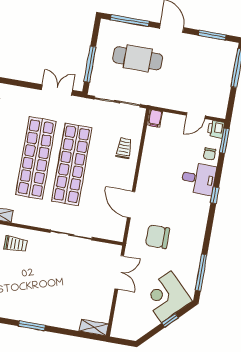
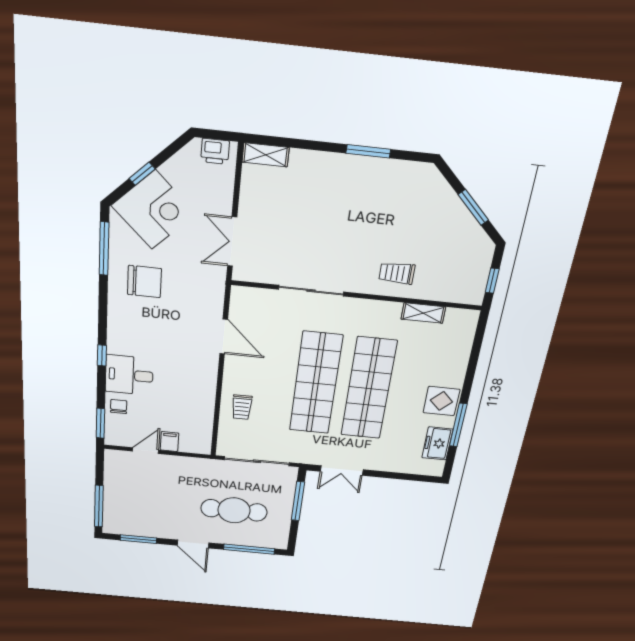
filing cabinet: (155, 118) -> (170, 442), moved
printer: (216, 129) -> (215, 151), moved, turned 90
chair: (158, 237) -> (144, 282), moved

